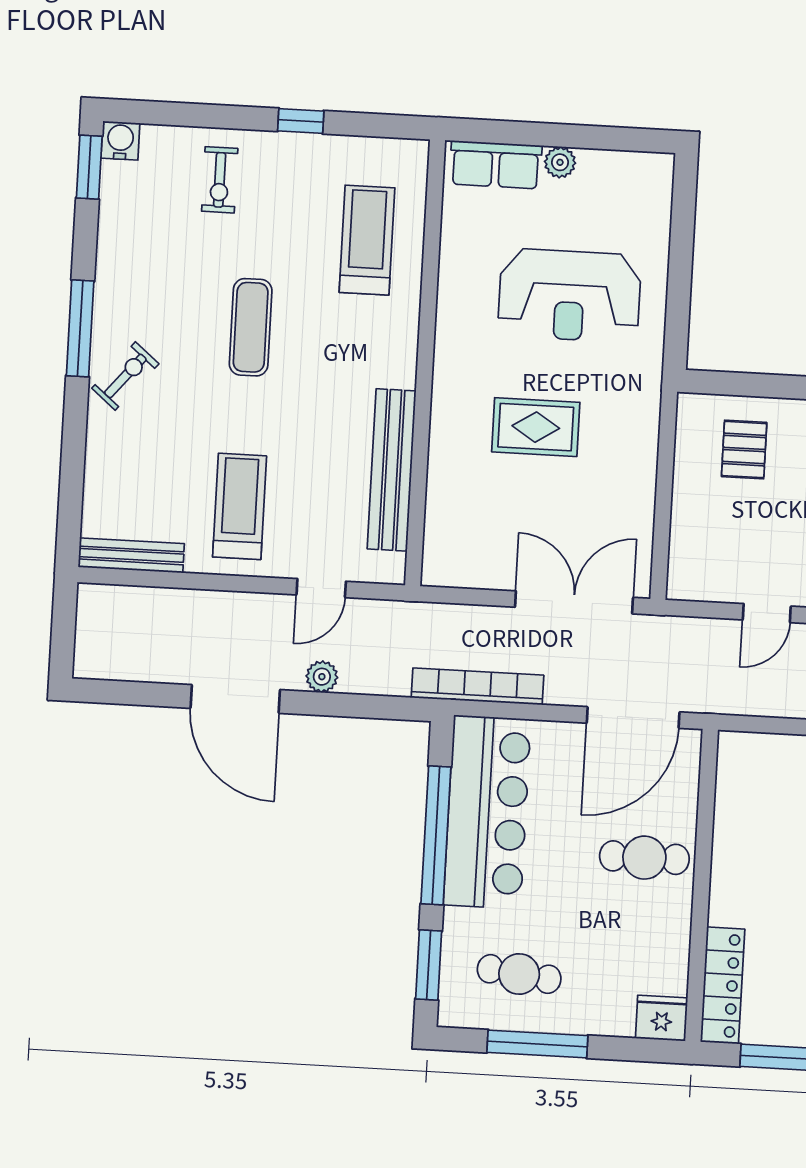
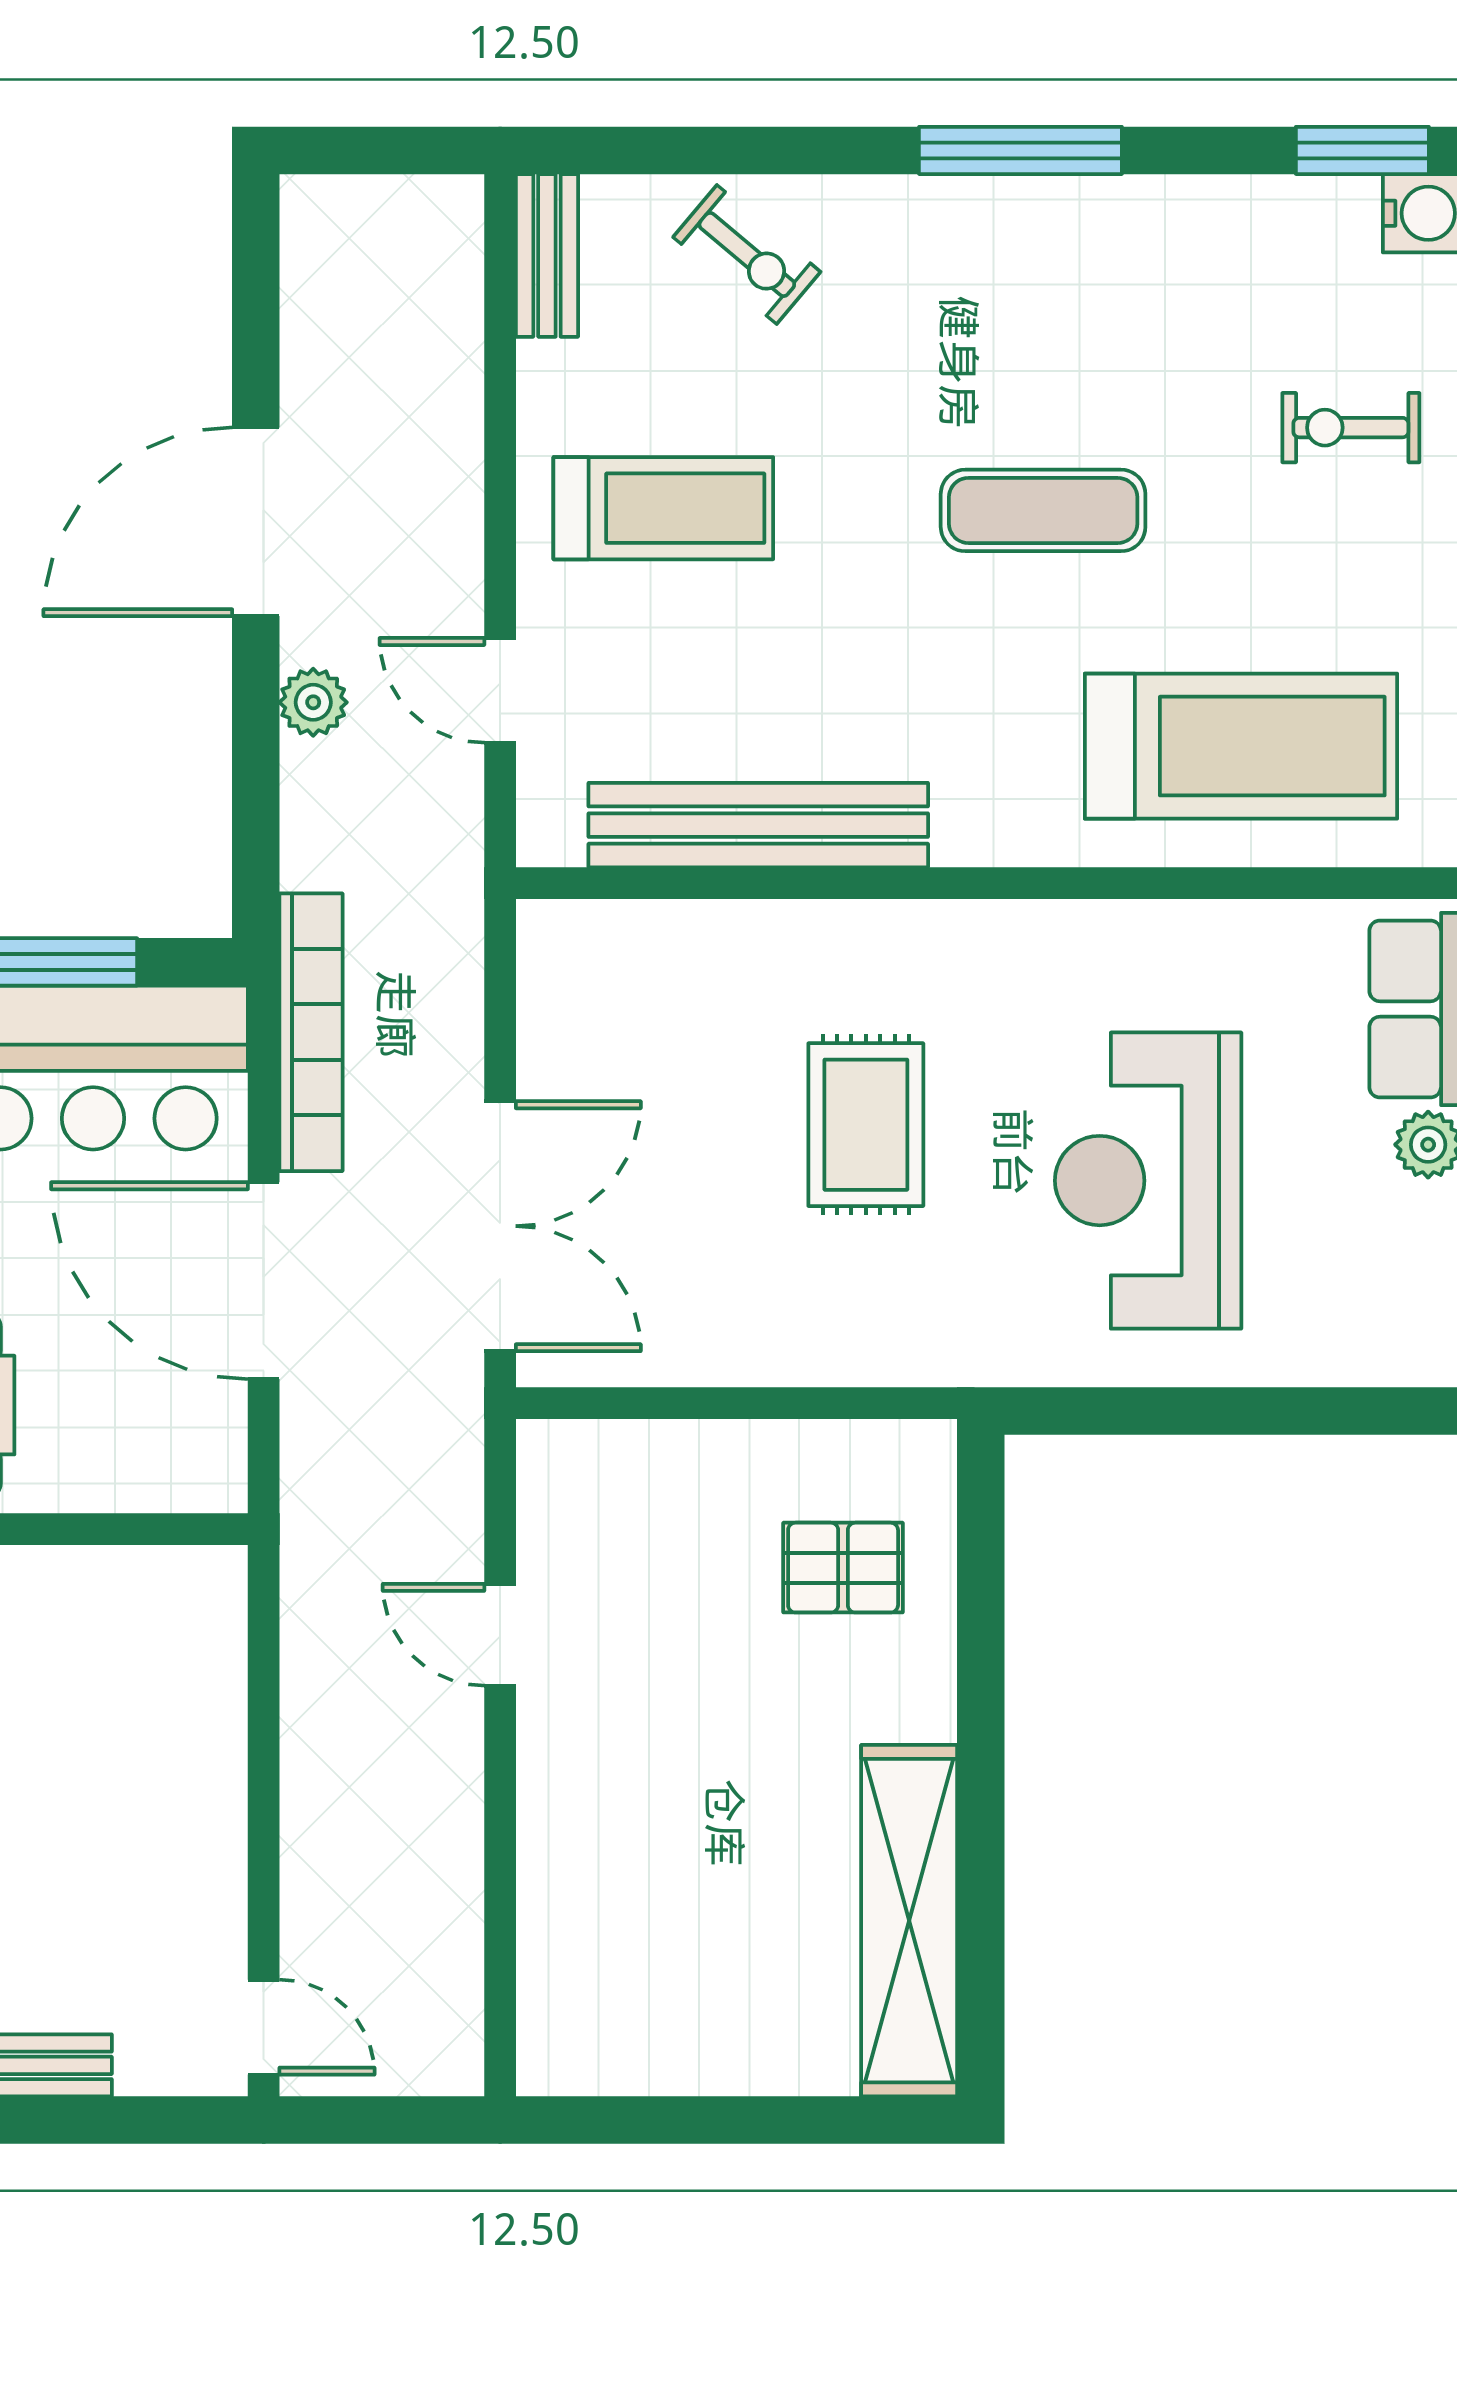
treadmill: (367, 240) -> (1241, 746), width x1.37, depth x1.38
exercise bike: (125, 376) -> (747, 255), moved
bench: (131, 555) -> (547, 255), width x0.73
door: (633, 717) -> (264, 1281), moved

